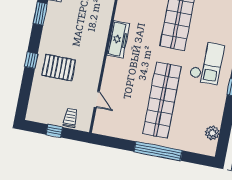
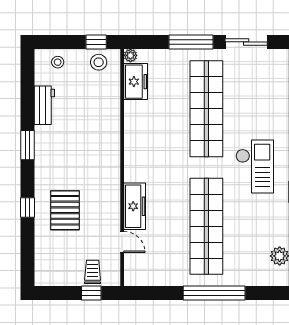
freezer: (118, 39) -> (135, 206), moved
pallet: (59, 68) -> (65, 210), turned 90
window: (54, 131) -> (91, 293), moved

